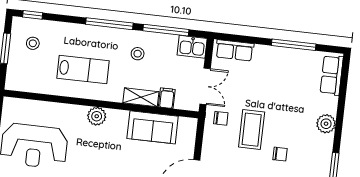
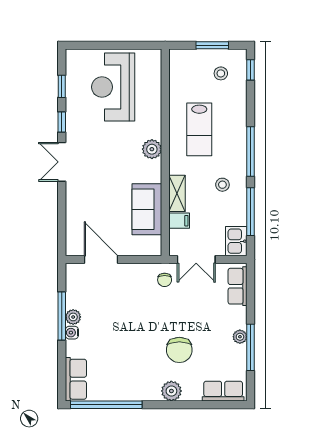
plant: (282, 54) -> (240, 337), added
coffee table: (252, 130) -> (156, 313), removed
chair: (280, 154) -> (179, 350), moved, width x1.87, depth x1.87

